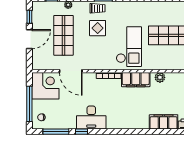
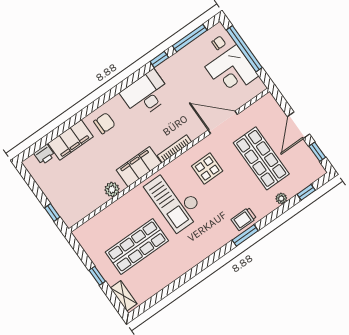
display table: (98, 28) -> (207, 168), moved
corner desk: (45, 86) -> (232, 71), moved
desk: (91, 118) -> (146, 94), moved
chair: (138, 118) -> (104, 123), added

